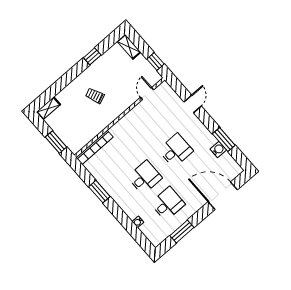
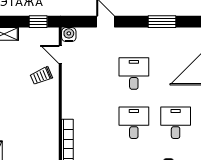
trolley: (95, 96) -> (41, 76), moved
water cooler: (218, 149) -> (69, 35), moved

